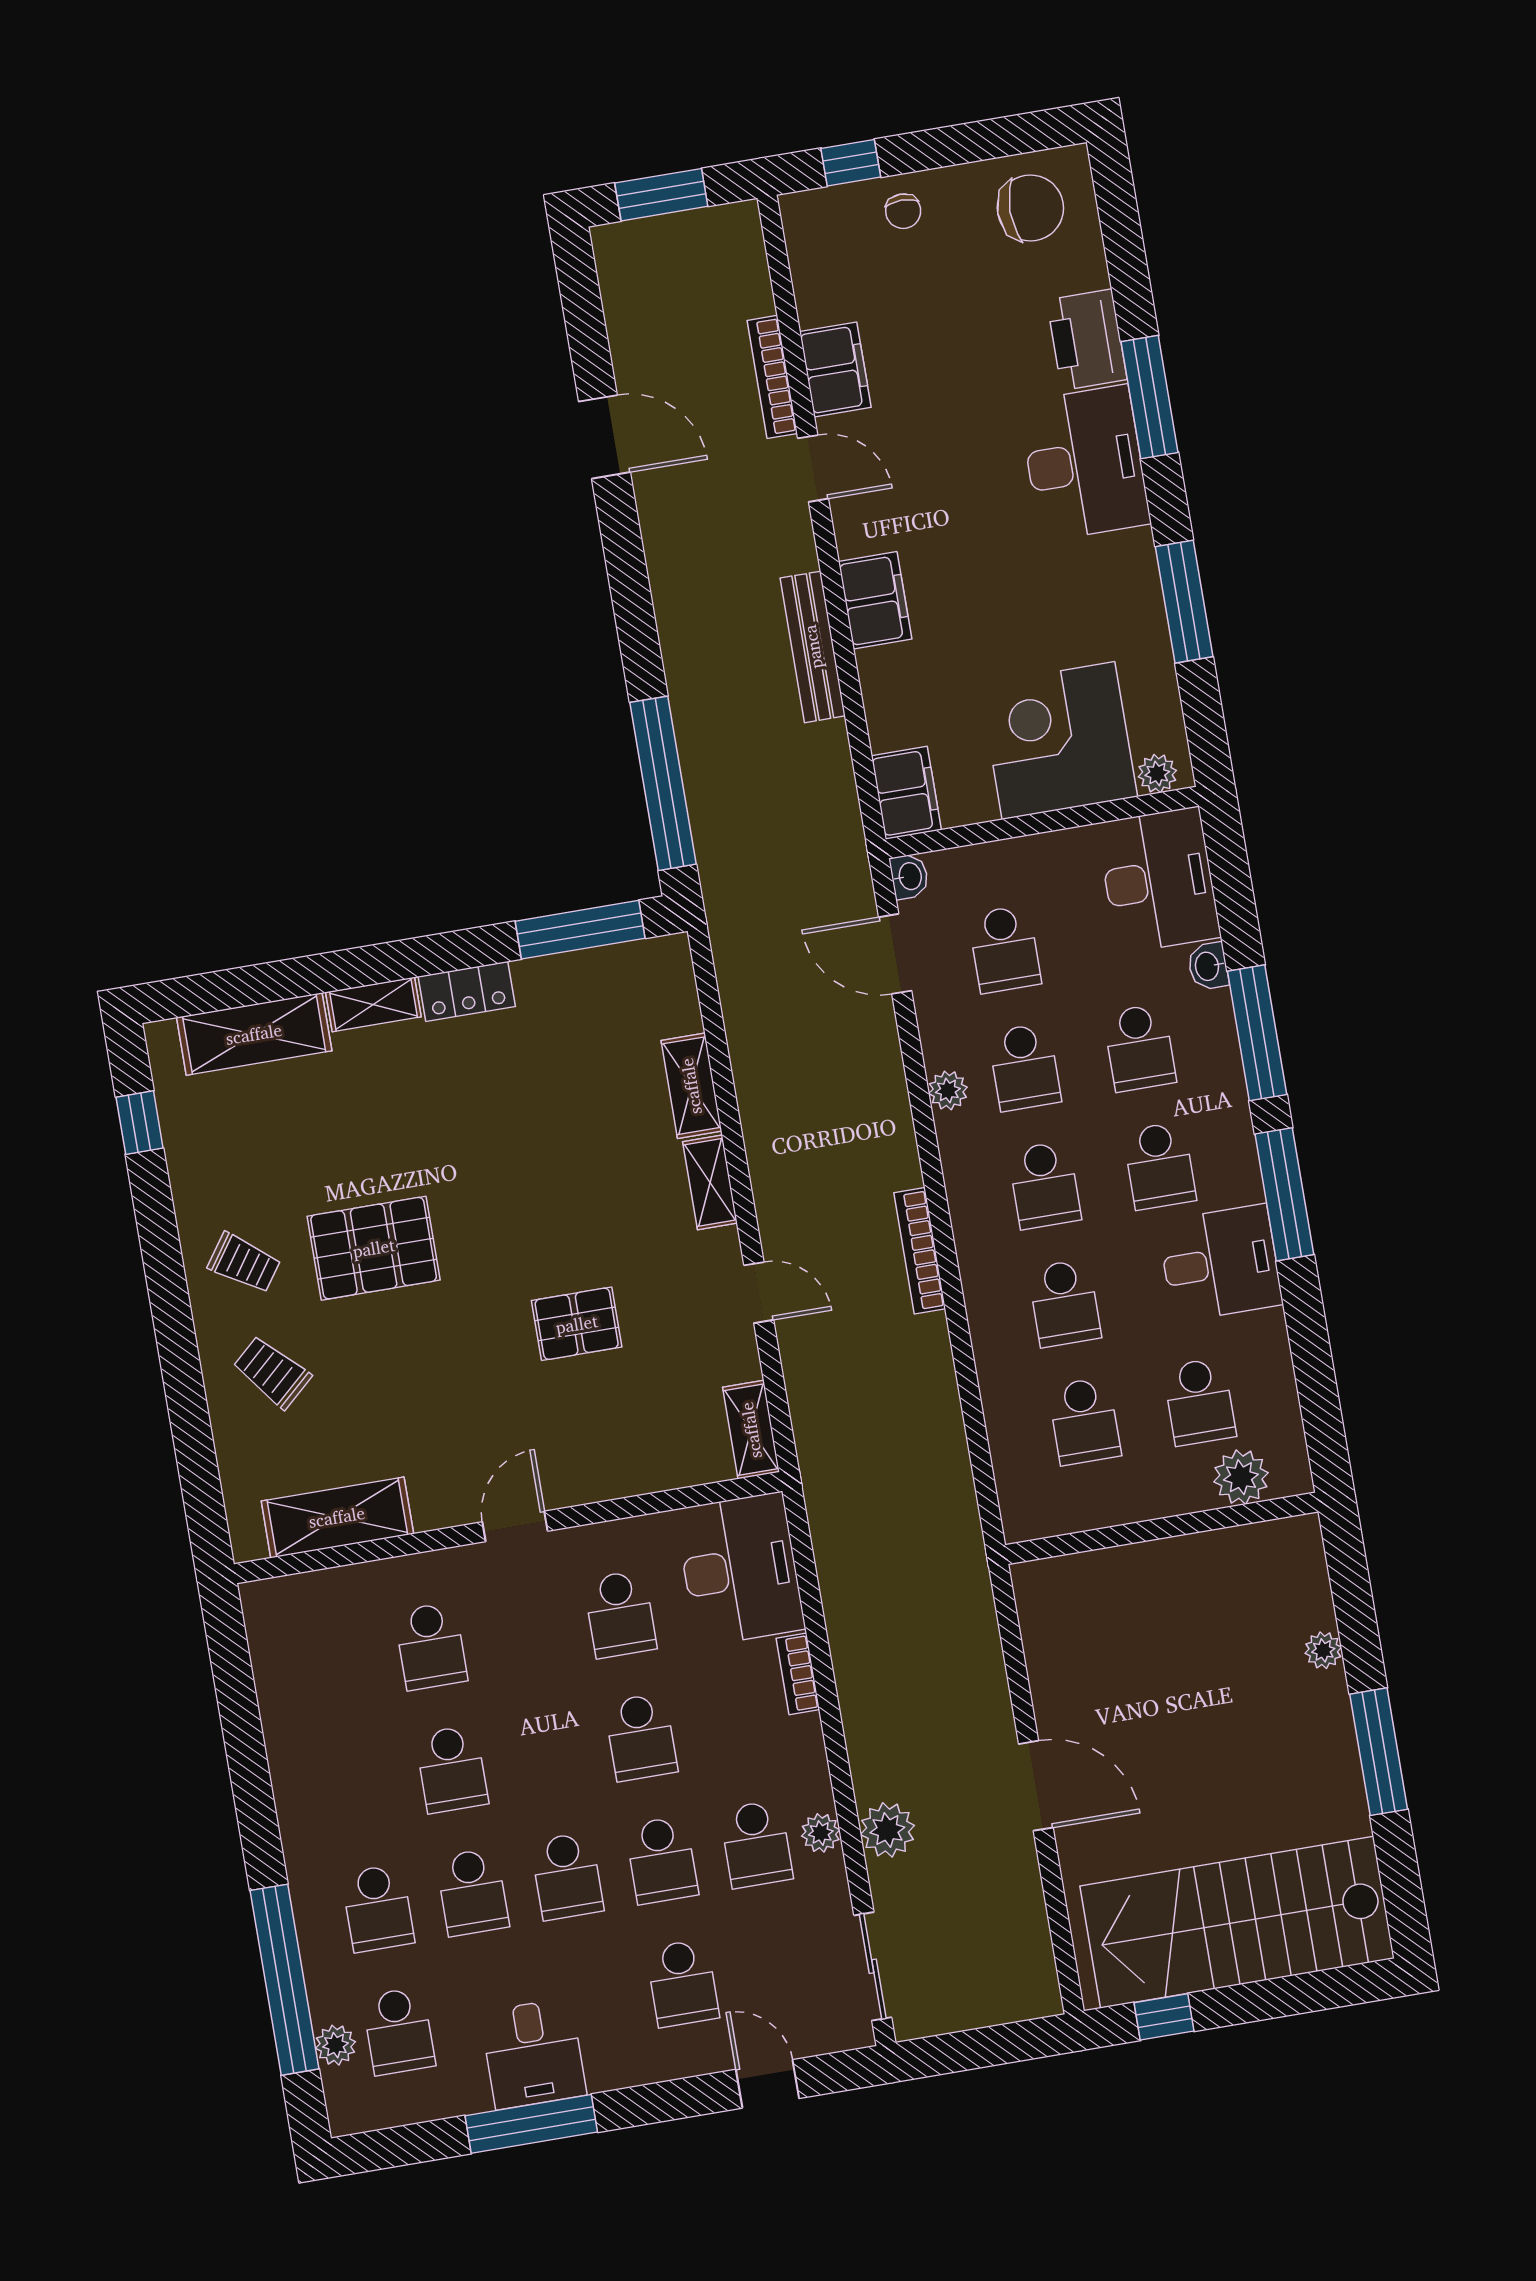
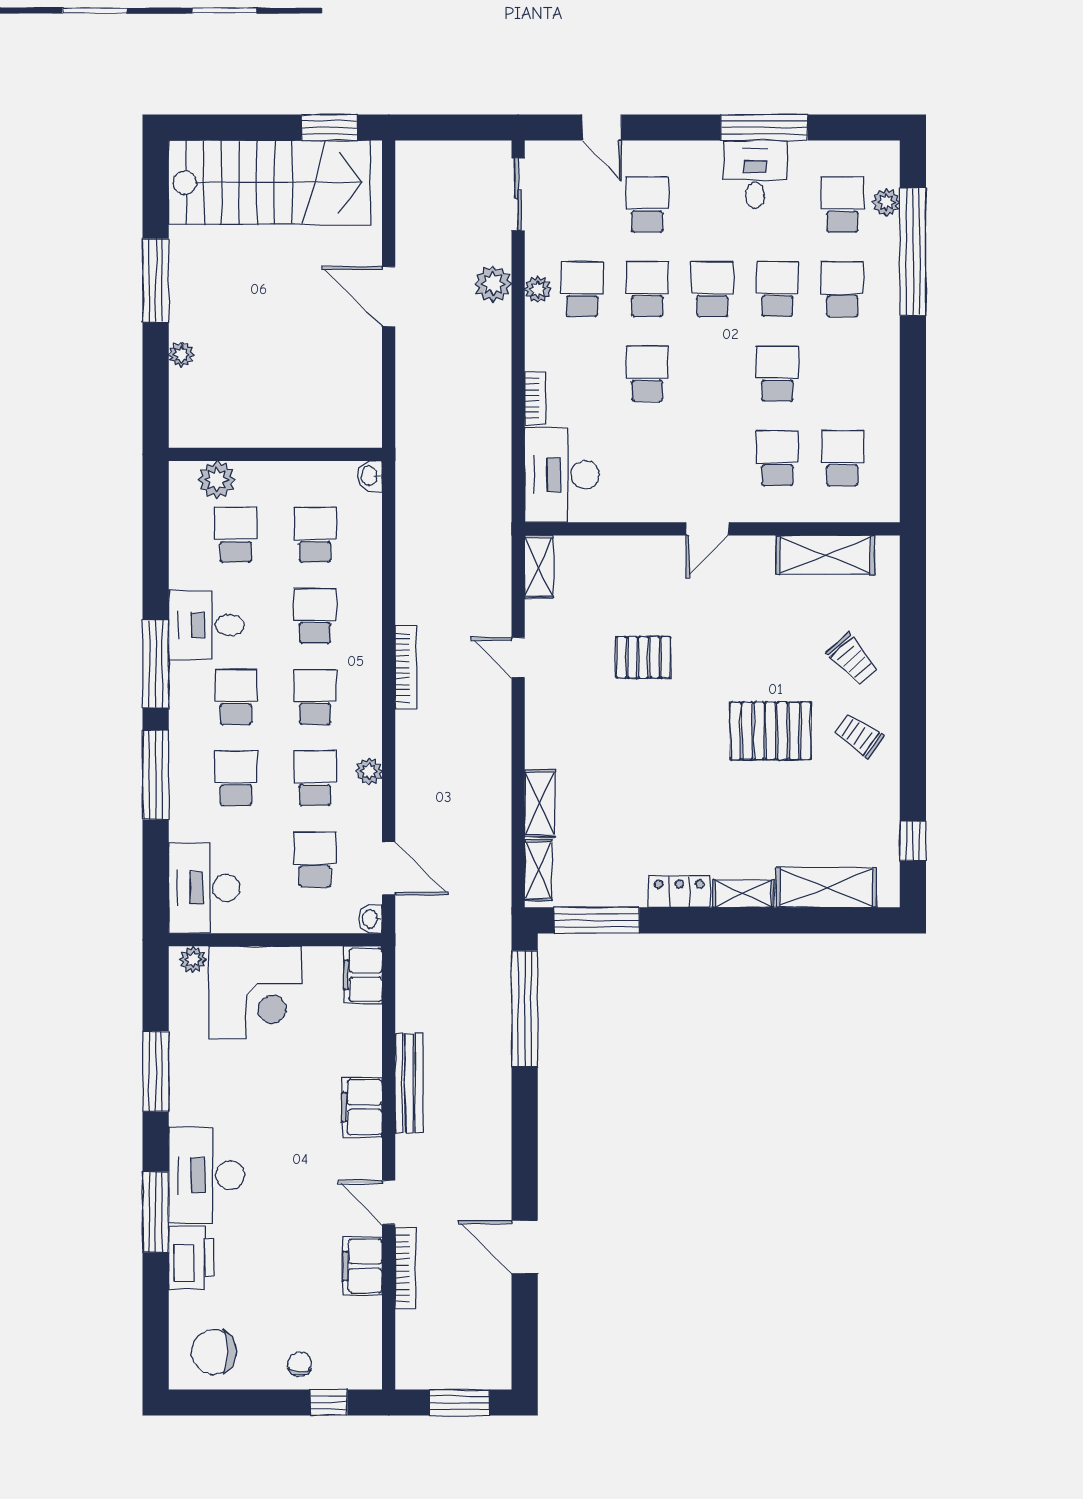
washbasin: (1208, 966) -> (370, 476), moved, turned 180
shelving: (710, 1182) -> (538, 870), moved
school desk: (620, 1614) -> (842, 458), moved
window: (1164, 2017) -> (329, 128), width x1.50

